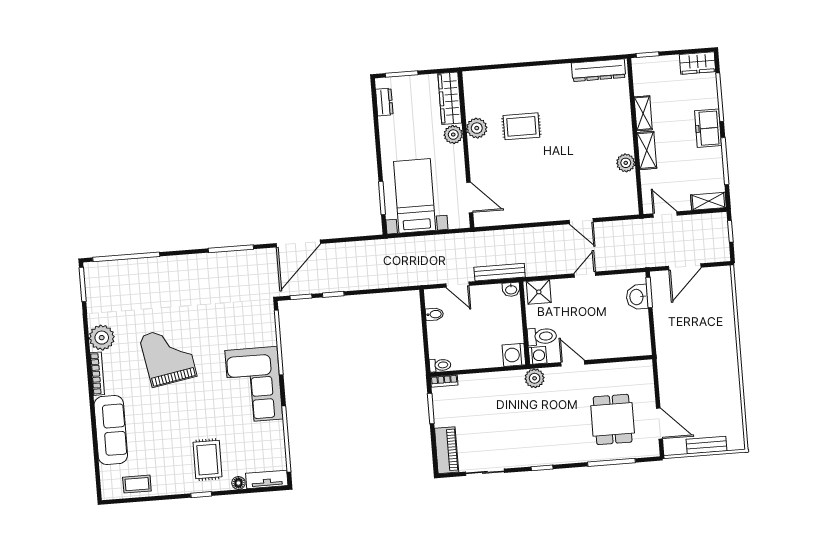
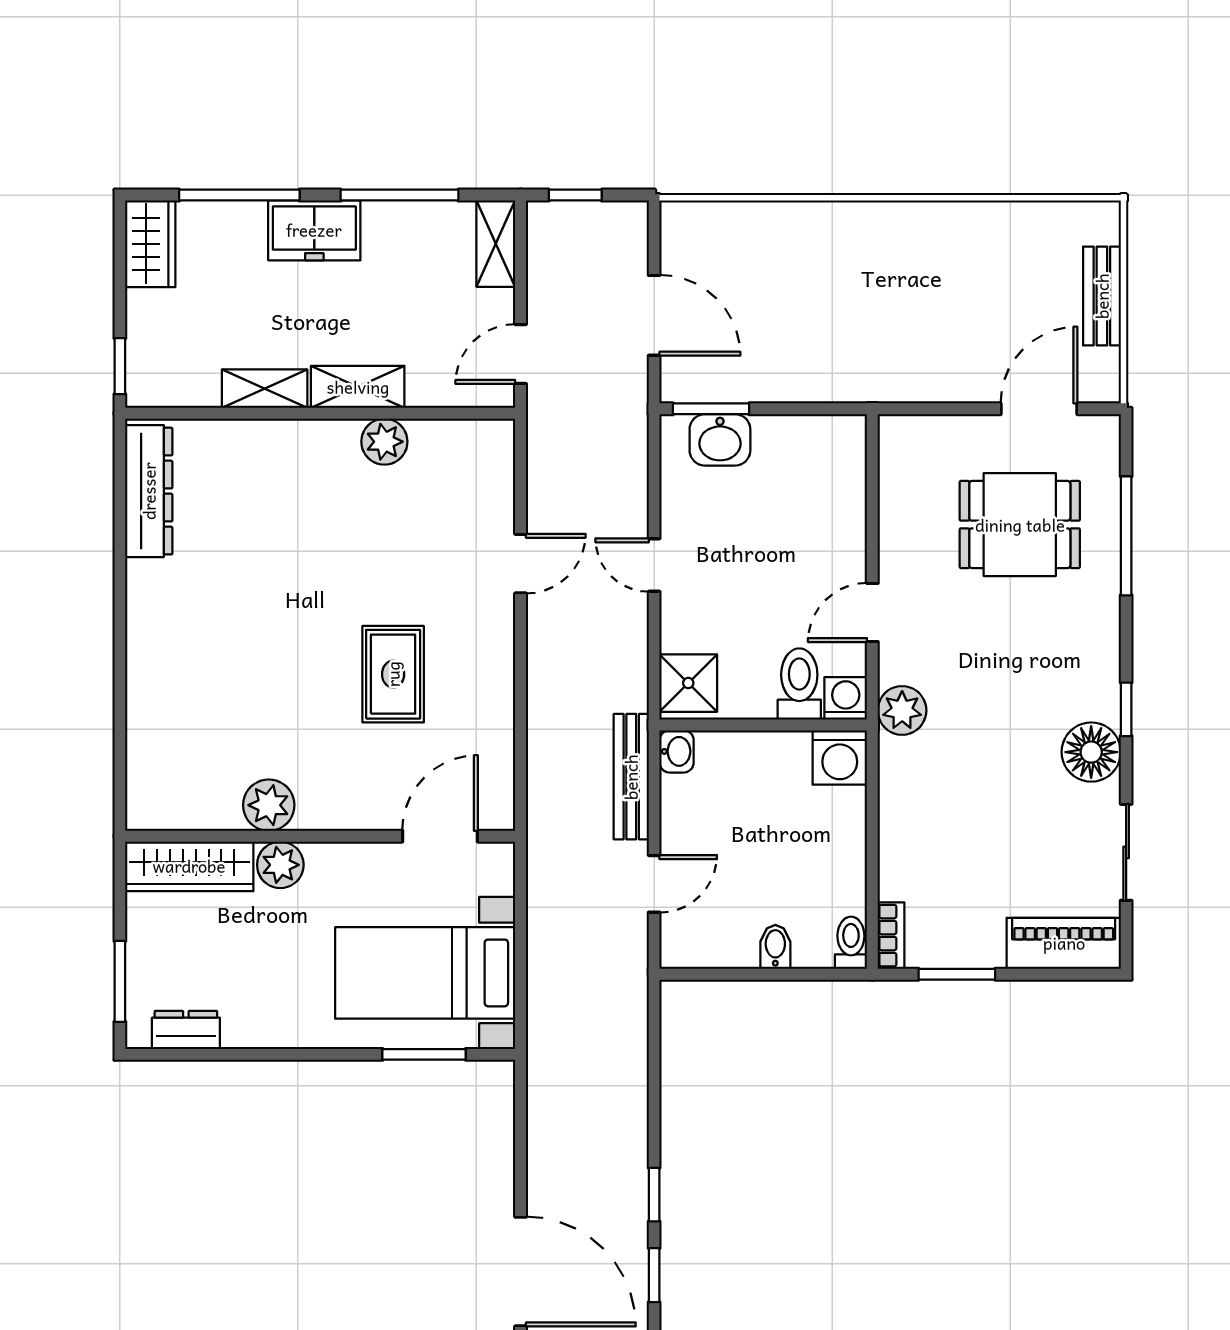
rug: (521, 126) -> (393, 674), moved
bidet: (434, 314) -> (775, 947), moved
floor lamp: (524, 455) -> (1091, 752), added

